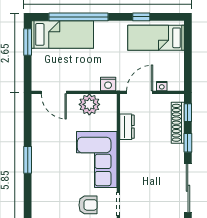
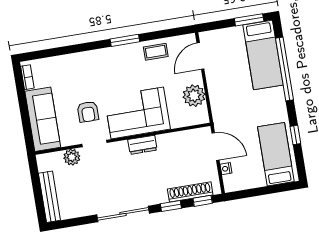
nightstand: (108, 84) -> (219, 112), removed
dresser: (127, 127) -> (142, 145), moved
coffee table: (43, 133) -> (156, 52), added

